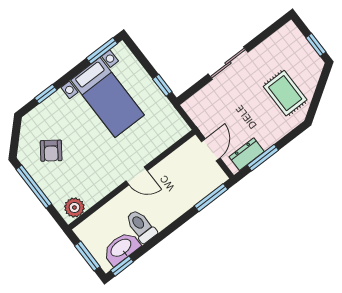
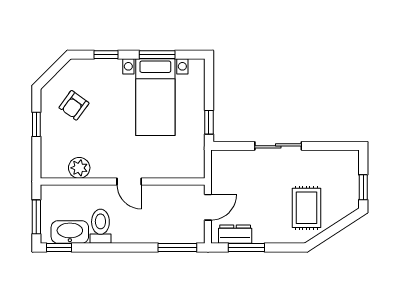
window: (102, 51) -> (157, 55), moved
window: (34, 187) -> (36, 124), width x0.46
plant: (74, 207) -> (79, 168), moved

